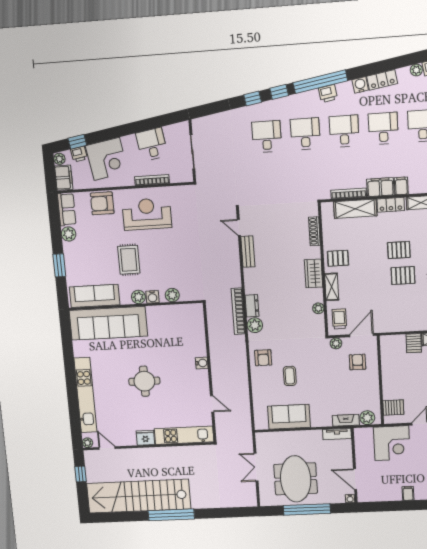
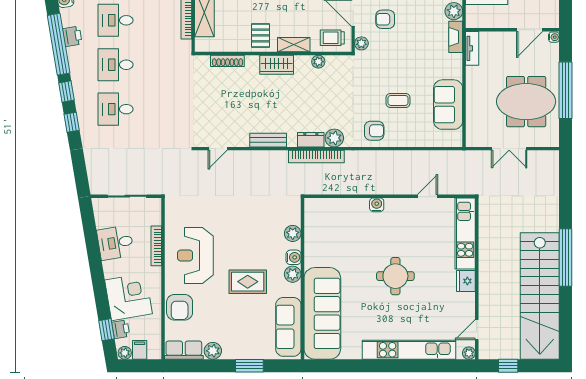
filing cabinet: (64, 178) -> (140, 350), width x0.50
bench: (248, 252) -> (268, 140), moved

